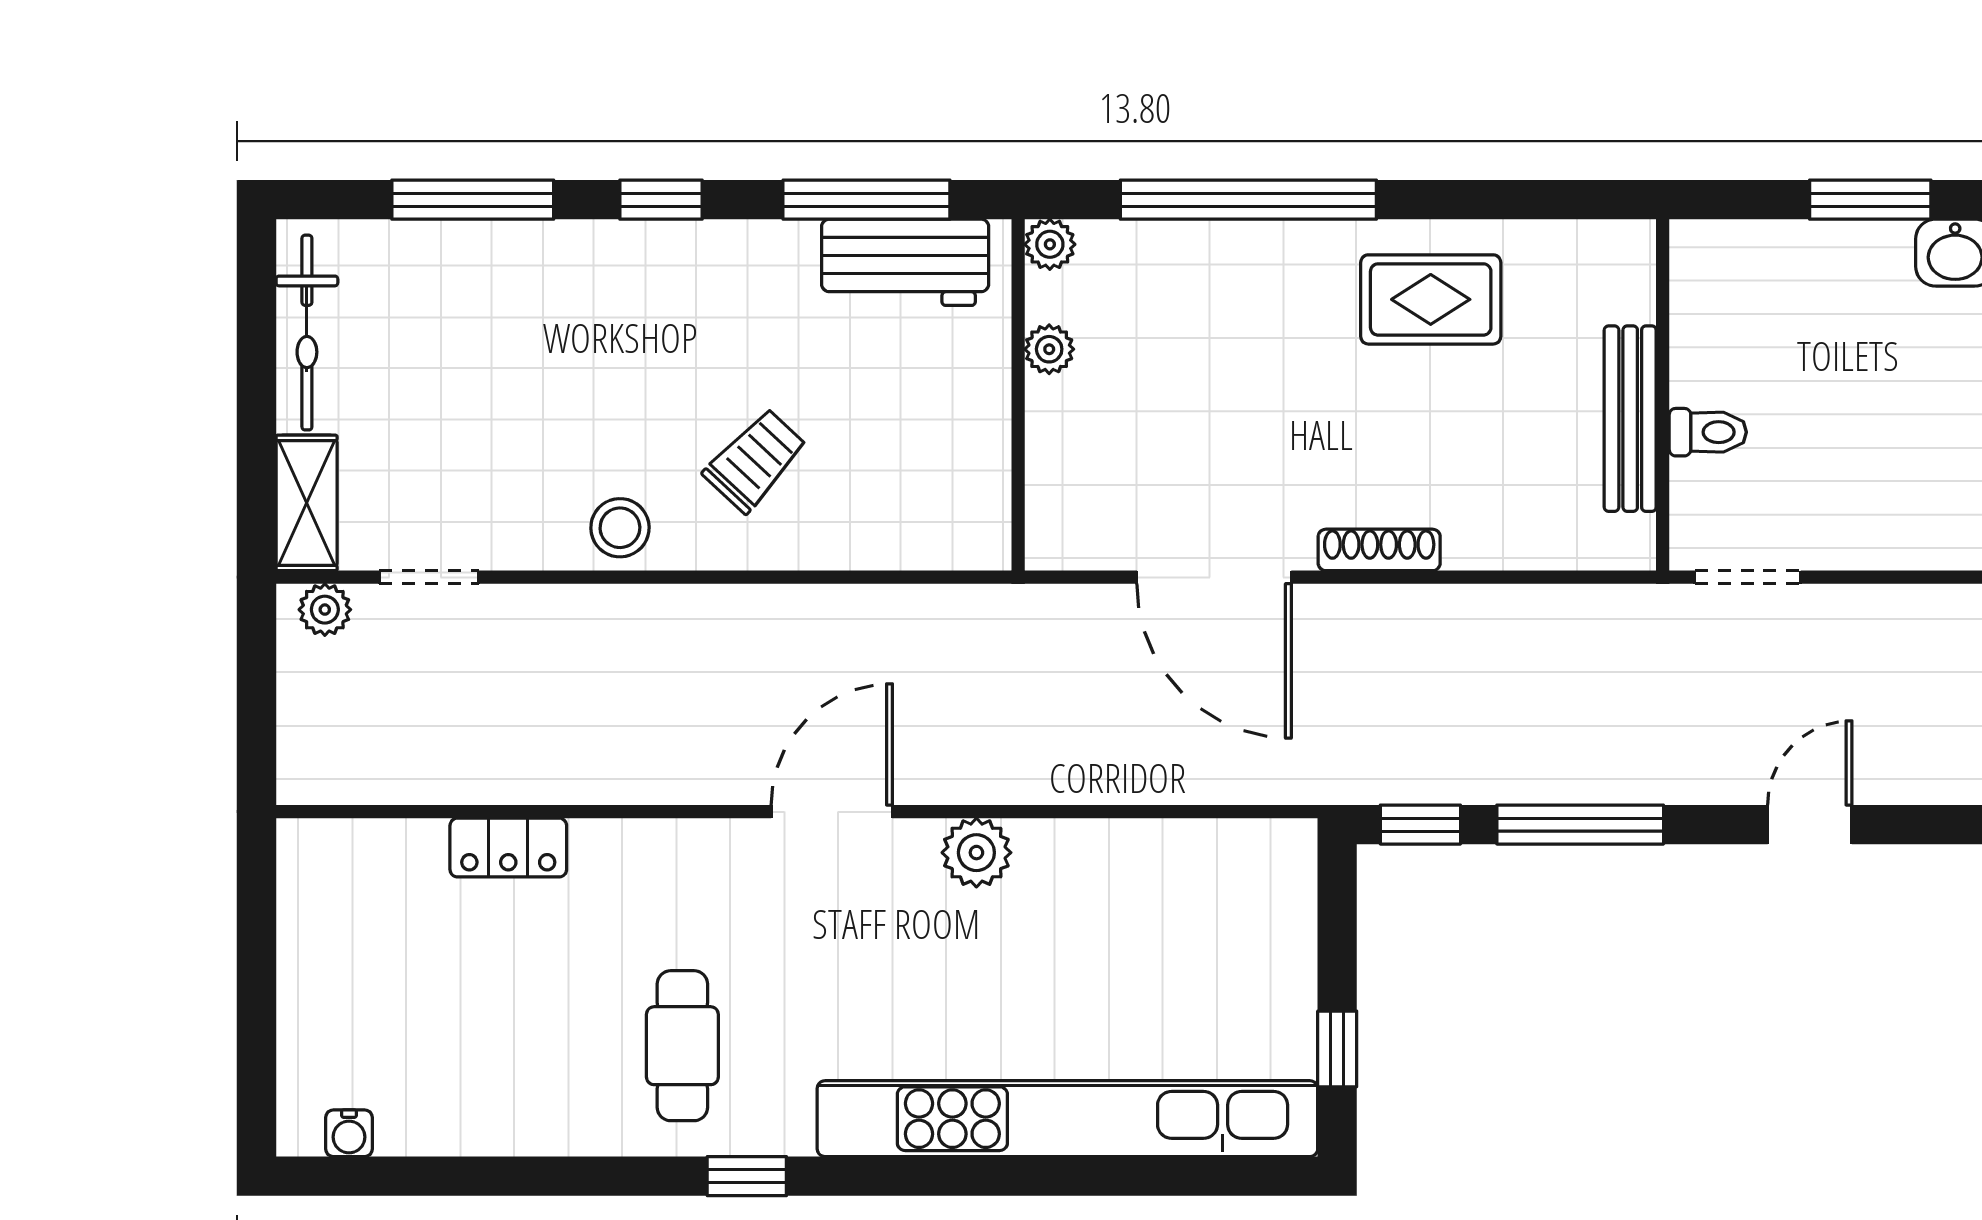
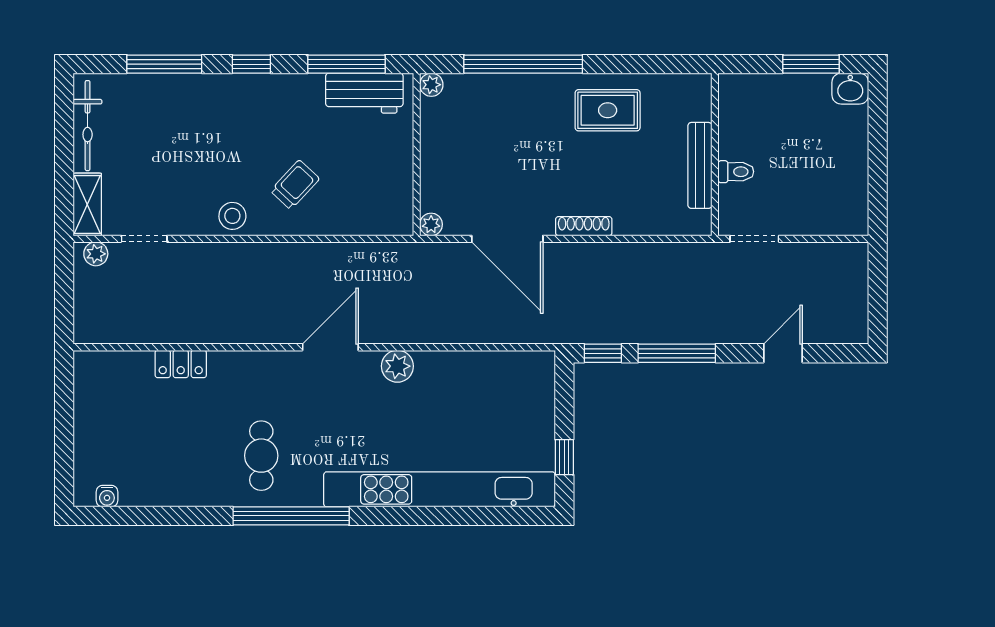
plant: (1049, 349) -> (431, 224), moved
window: (747, 1176) -> (291, 516), width x3.17

